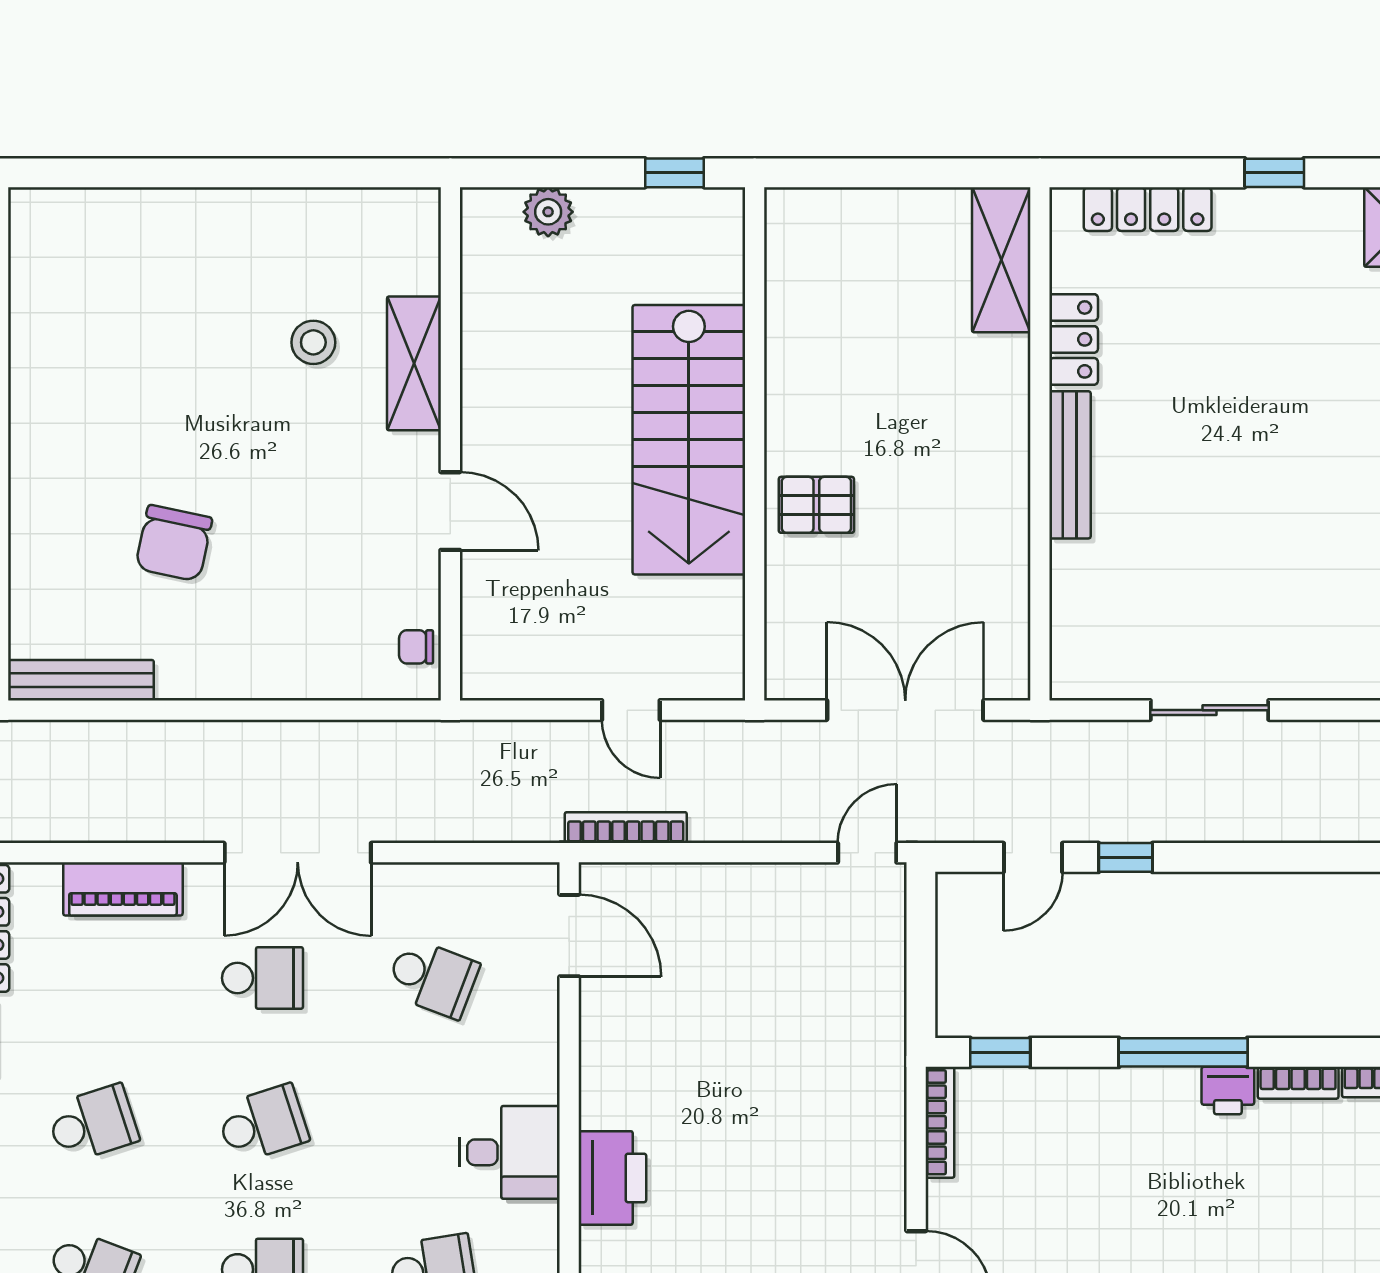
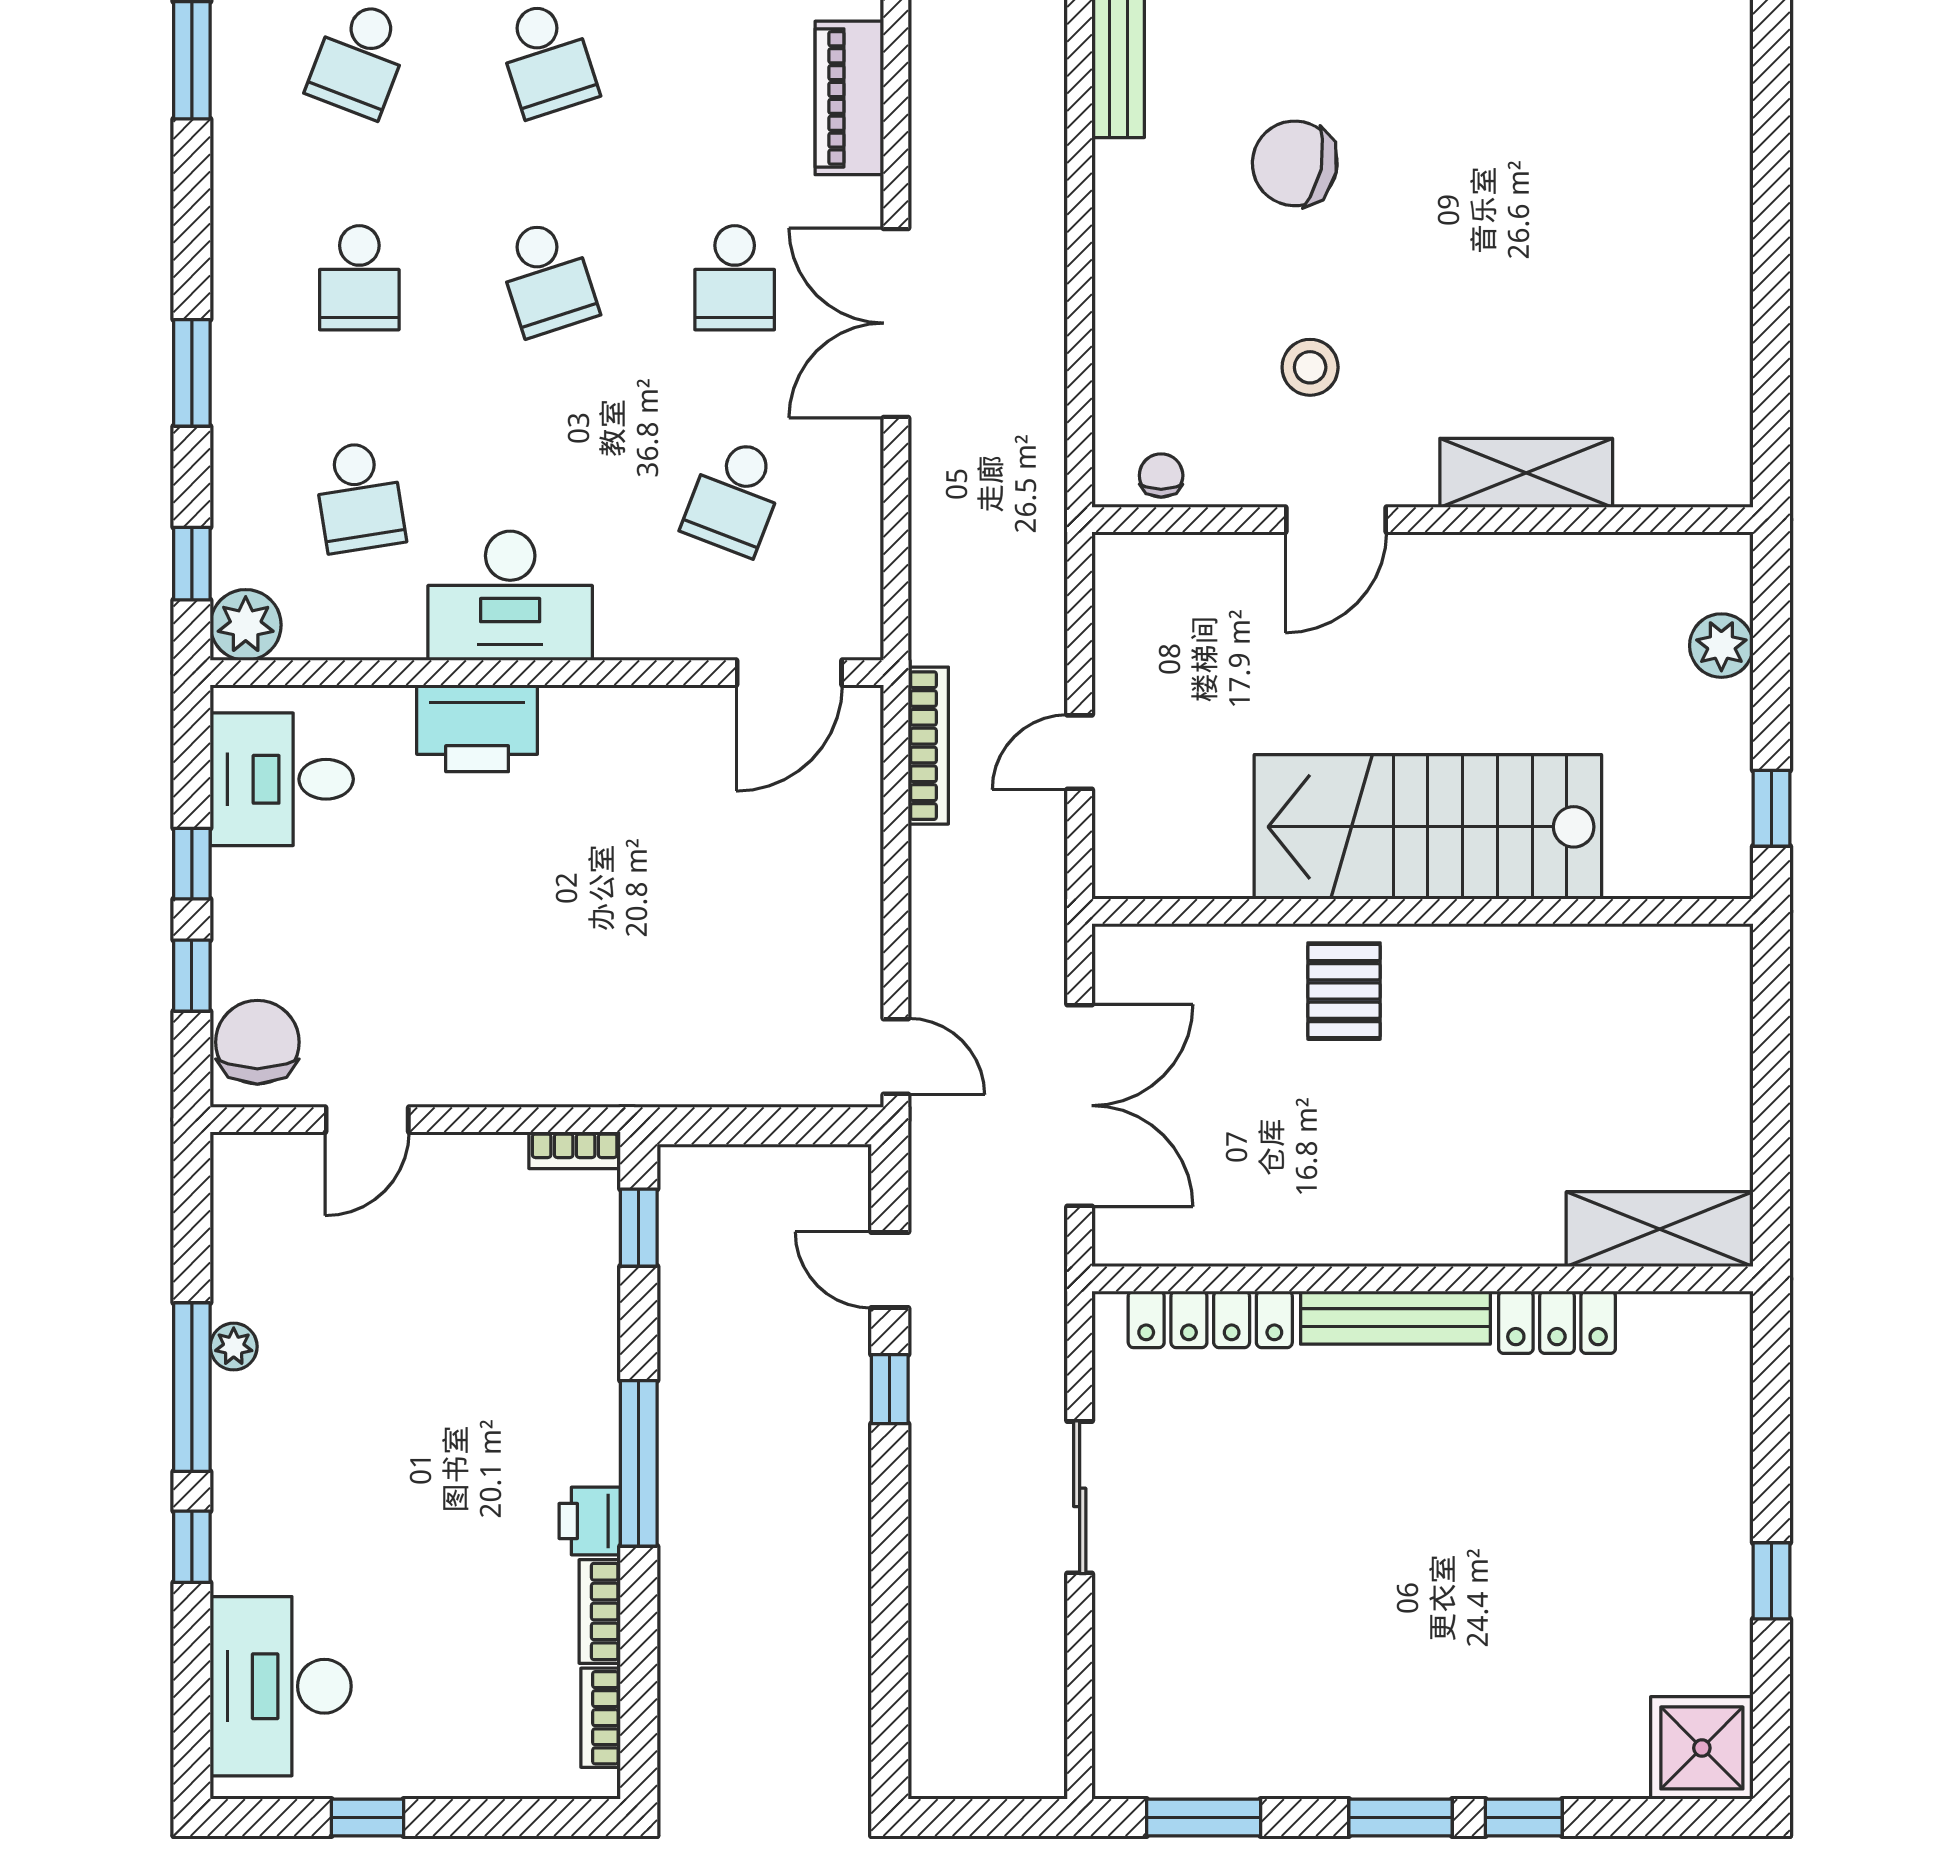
locker: (1148, 209) -> (1210, 1319), moved, turned -90
stool: (313, 342) -> (1310, 367), moved
bookcase: (940, 1122) -> (575, 1150), width x0.64
desk: (509, 1152) -> (510, 596), width x1.37

